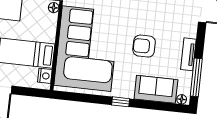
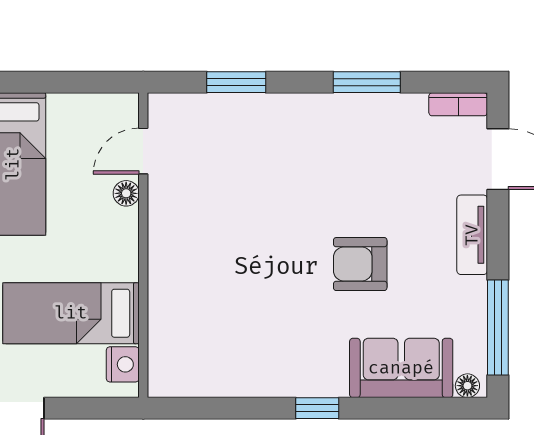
corner sofa: (86, 49) -> (218, 286), removed
tv unit: (188, 54) -> (472, 235), moved

